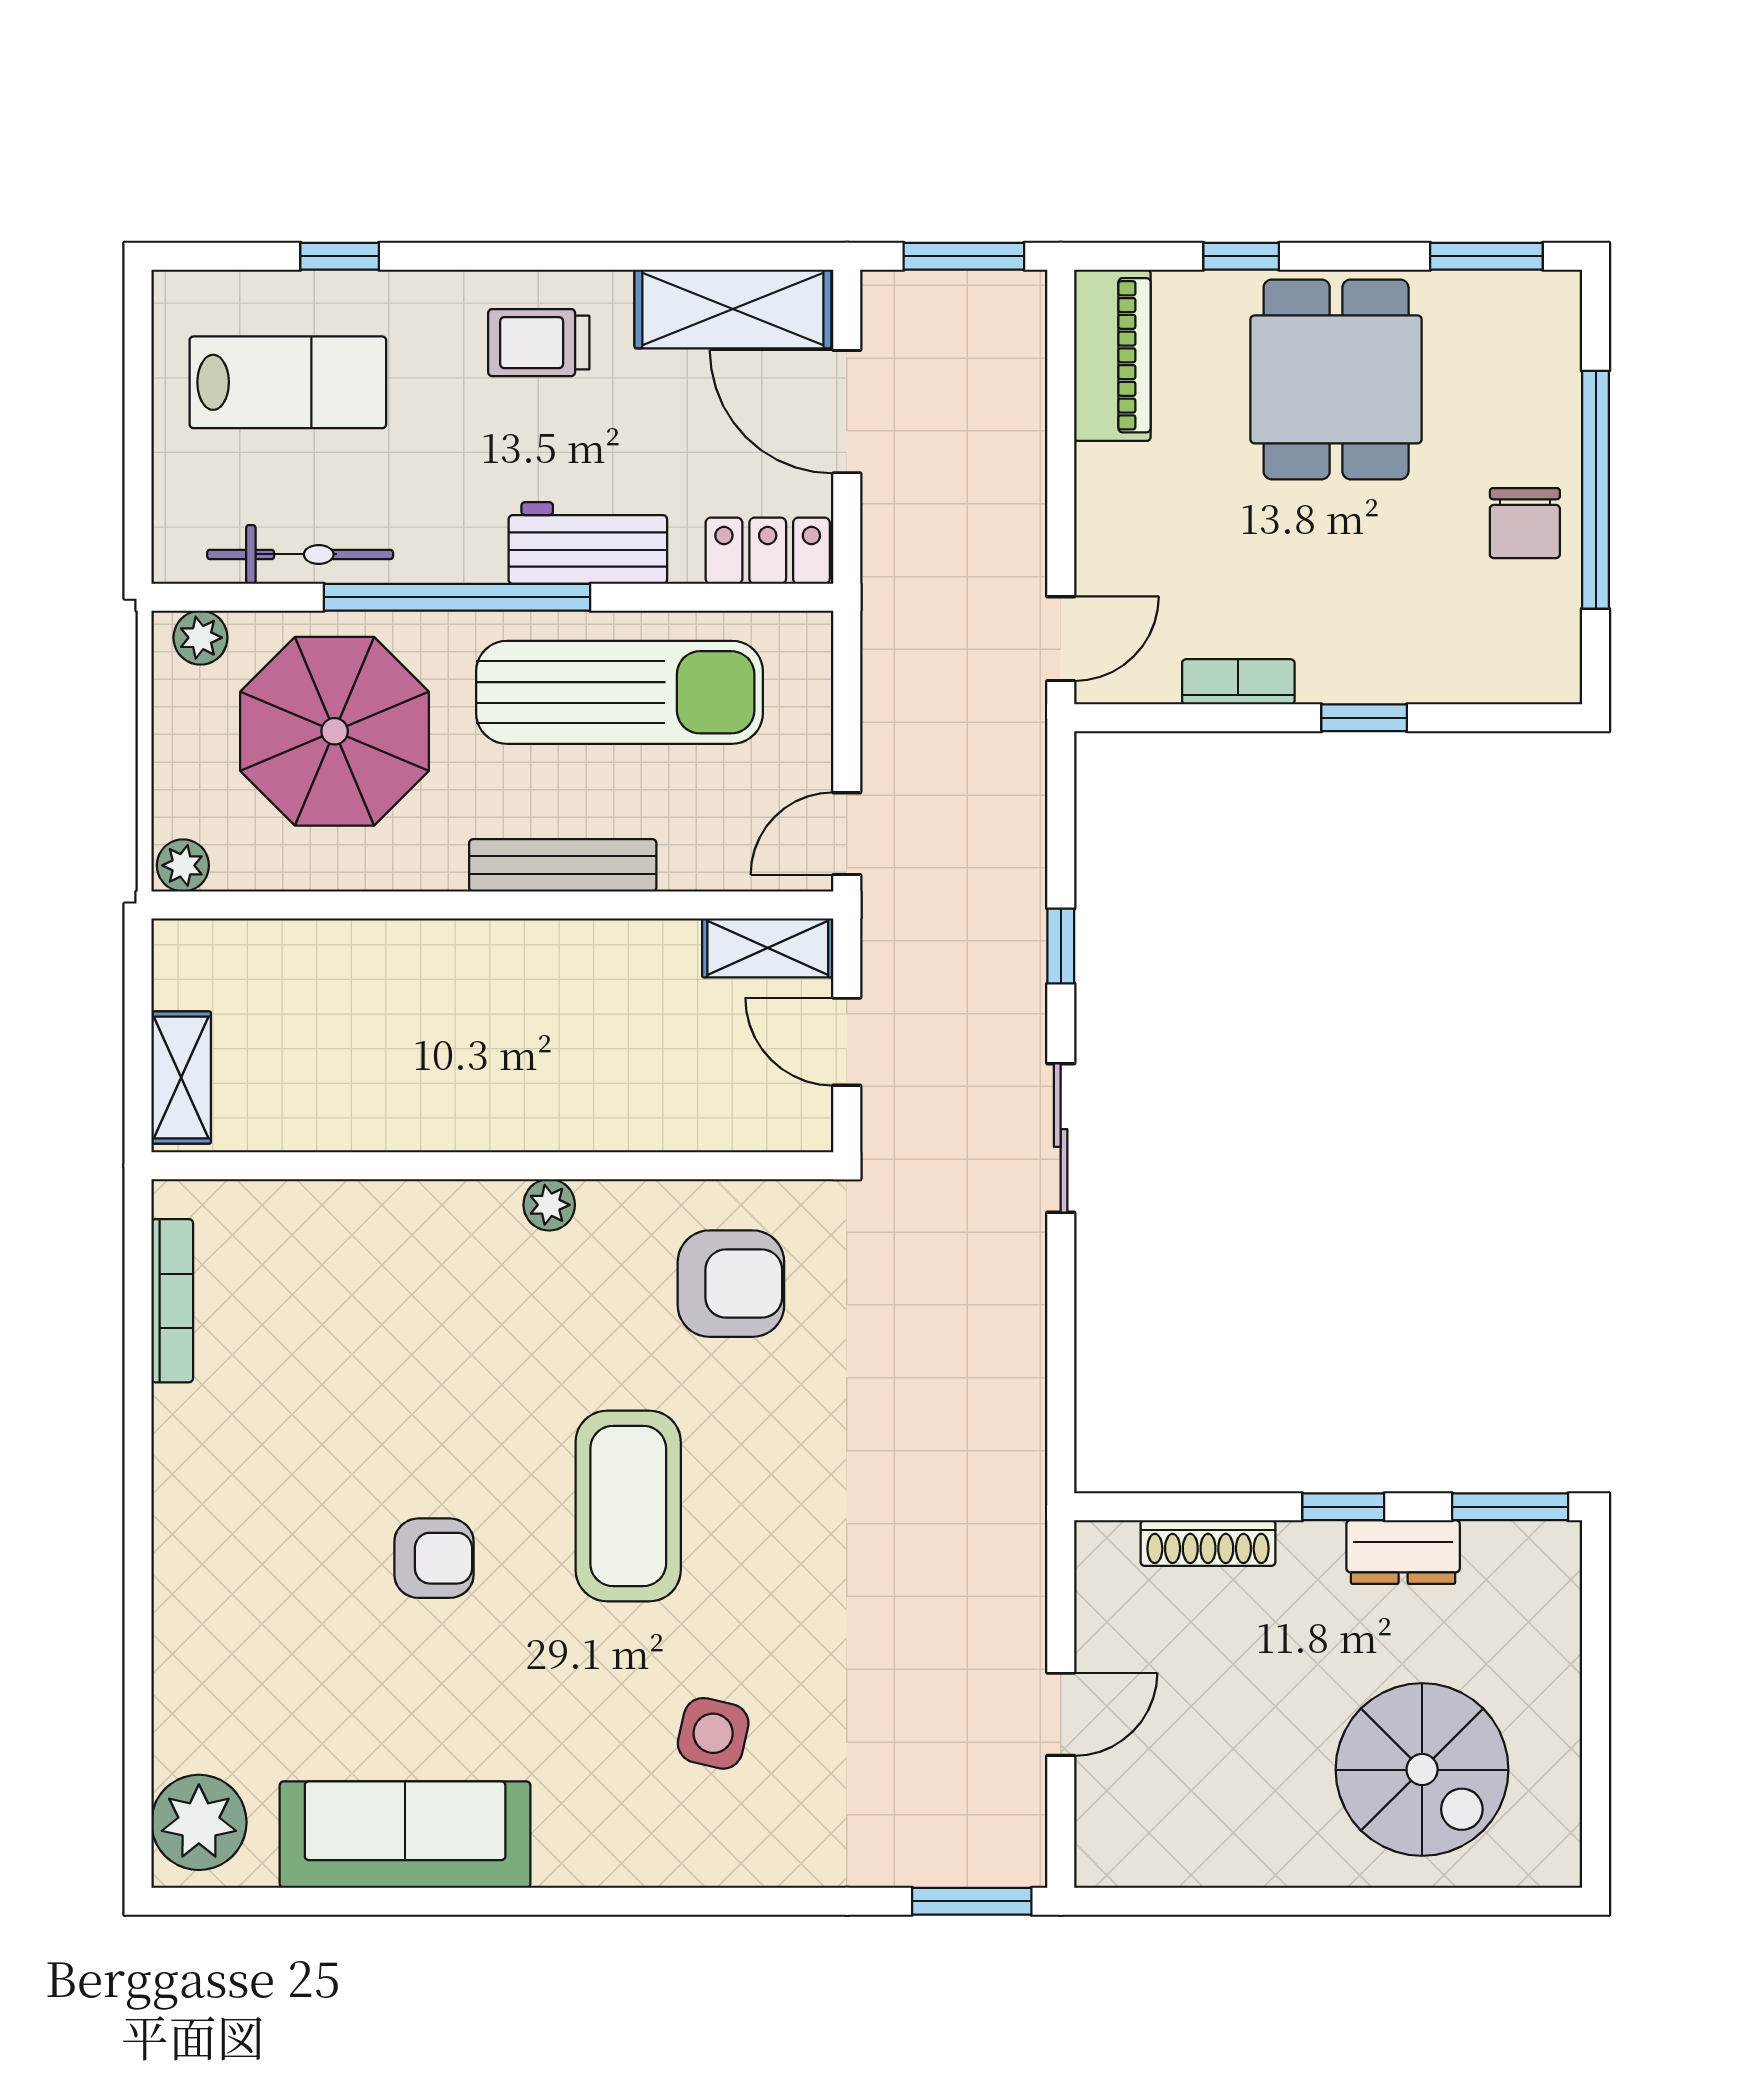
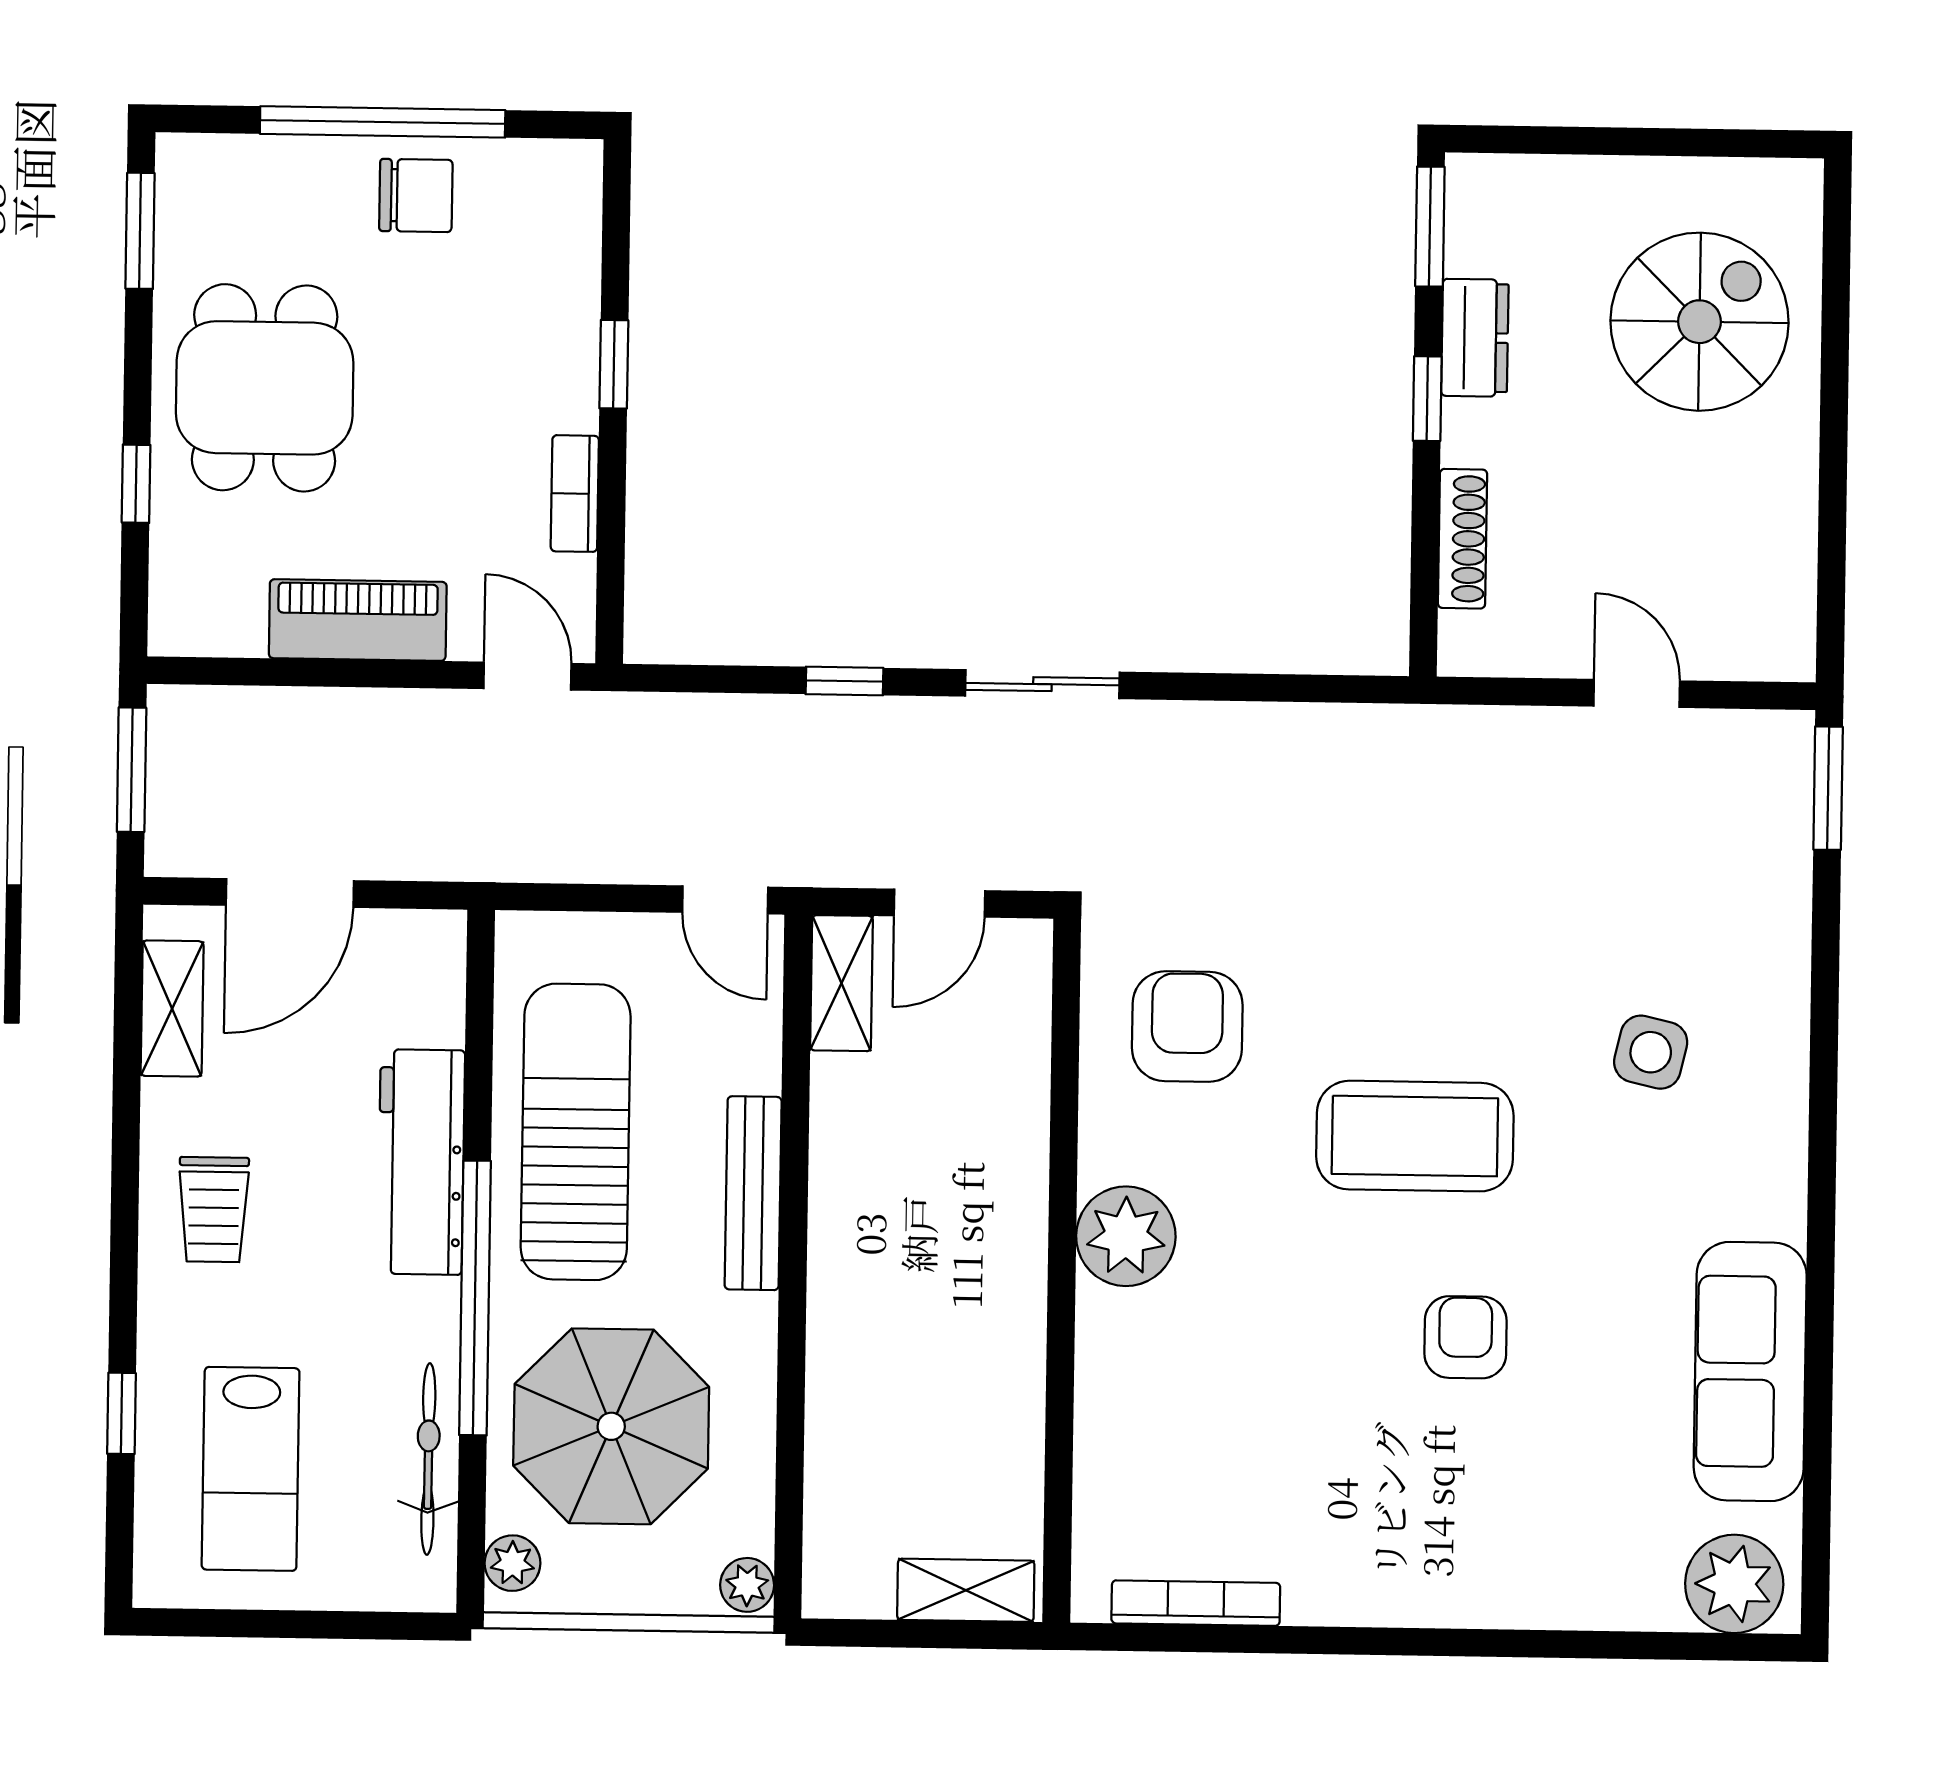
shelving: (733, 309) -> (172, 1009), width x0.67, depth x0.75
piano: (1112, 355) -> (358, 620), moved
dining table: (1336, 379) -> (265, 388), turned 90
lab bench: (288, 382) -> (251, 1469), turned 180
workbench: (588, 543) -> (421, 1162), width x1.38
locker: (768, 551) -> (432, 977), removed
plant: (549, 1205) -> (1126, 1236), width x1.88, depth x1.88

